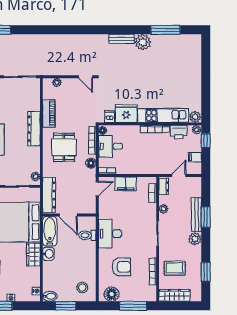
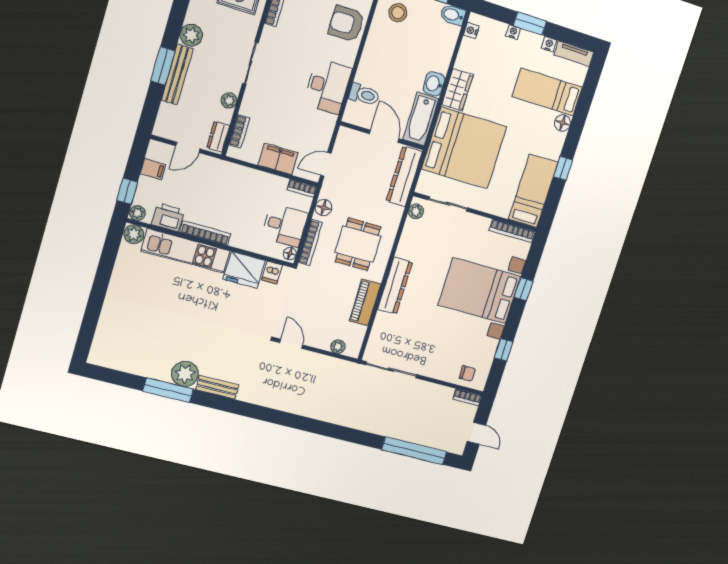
window: (165, 30) -> (168, 390), moved
armchair: (121, 267) -> (346, 24), moved

